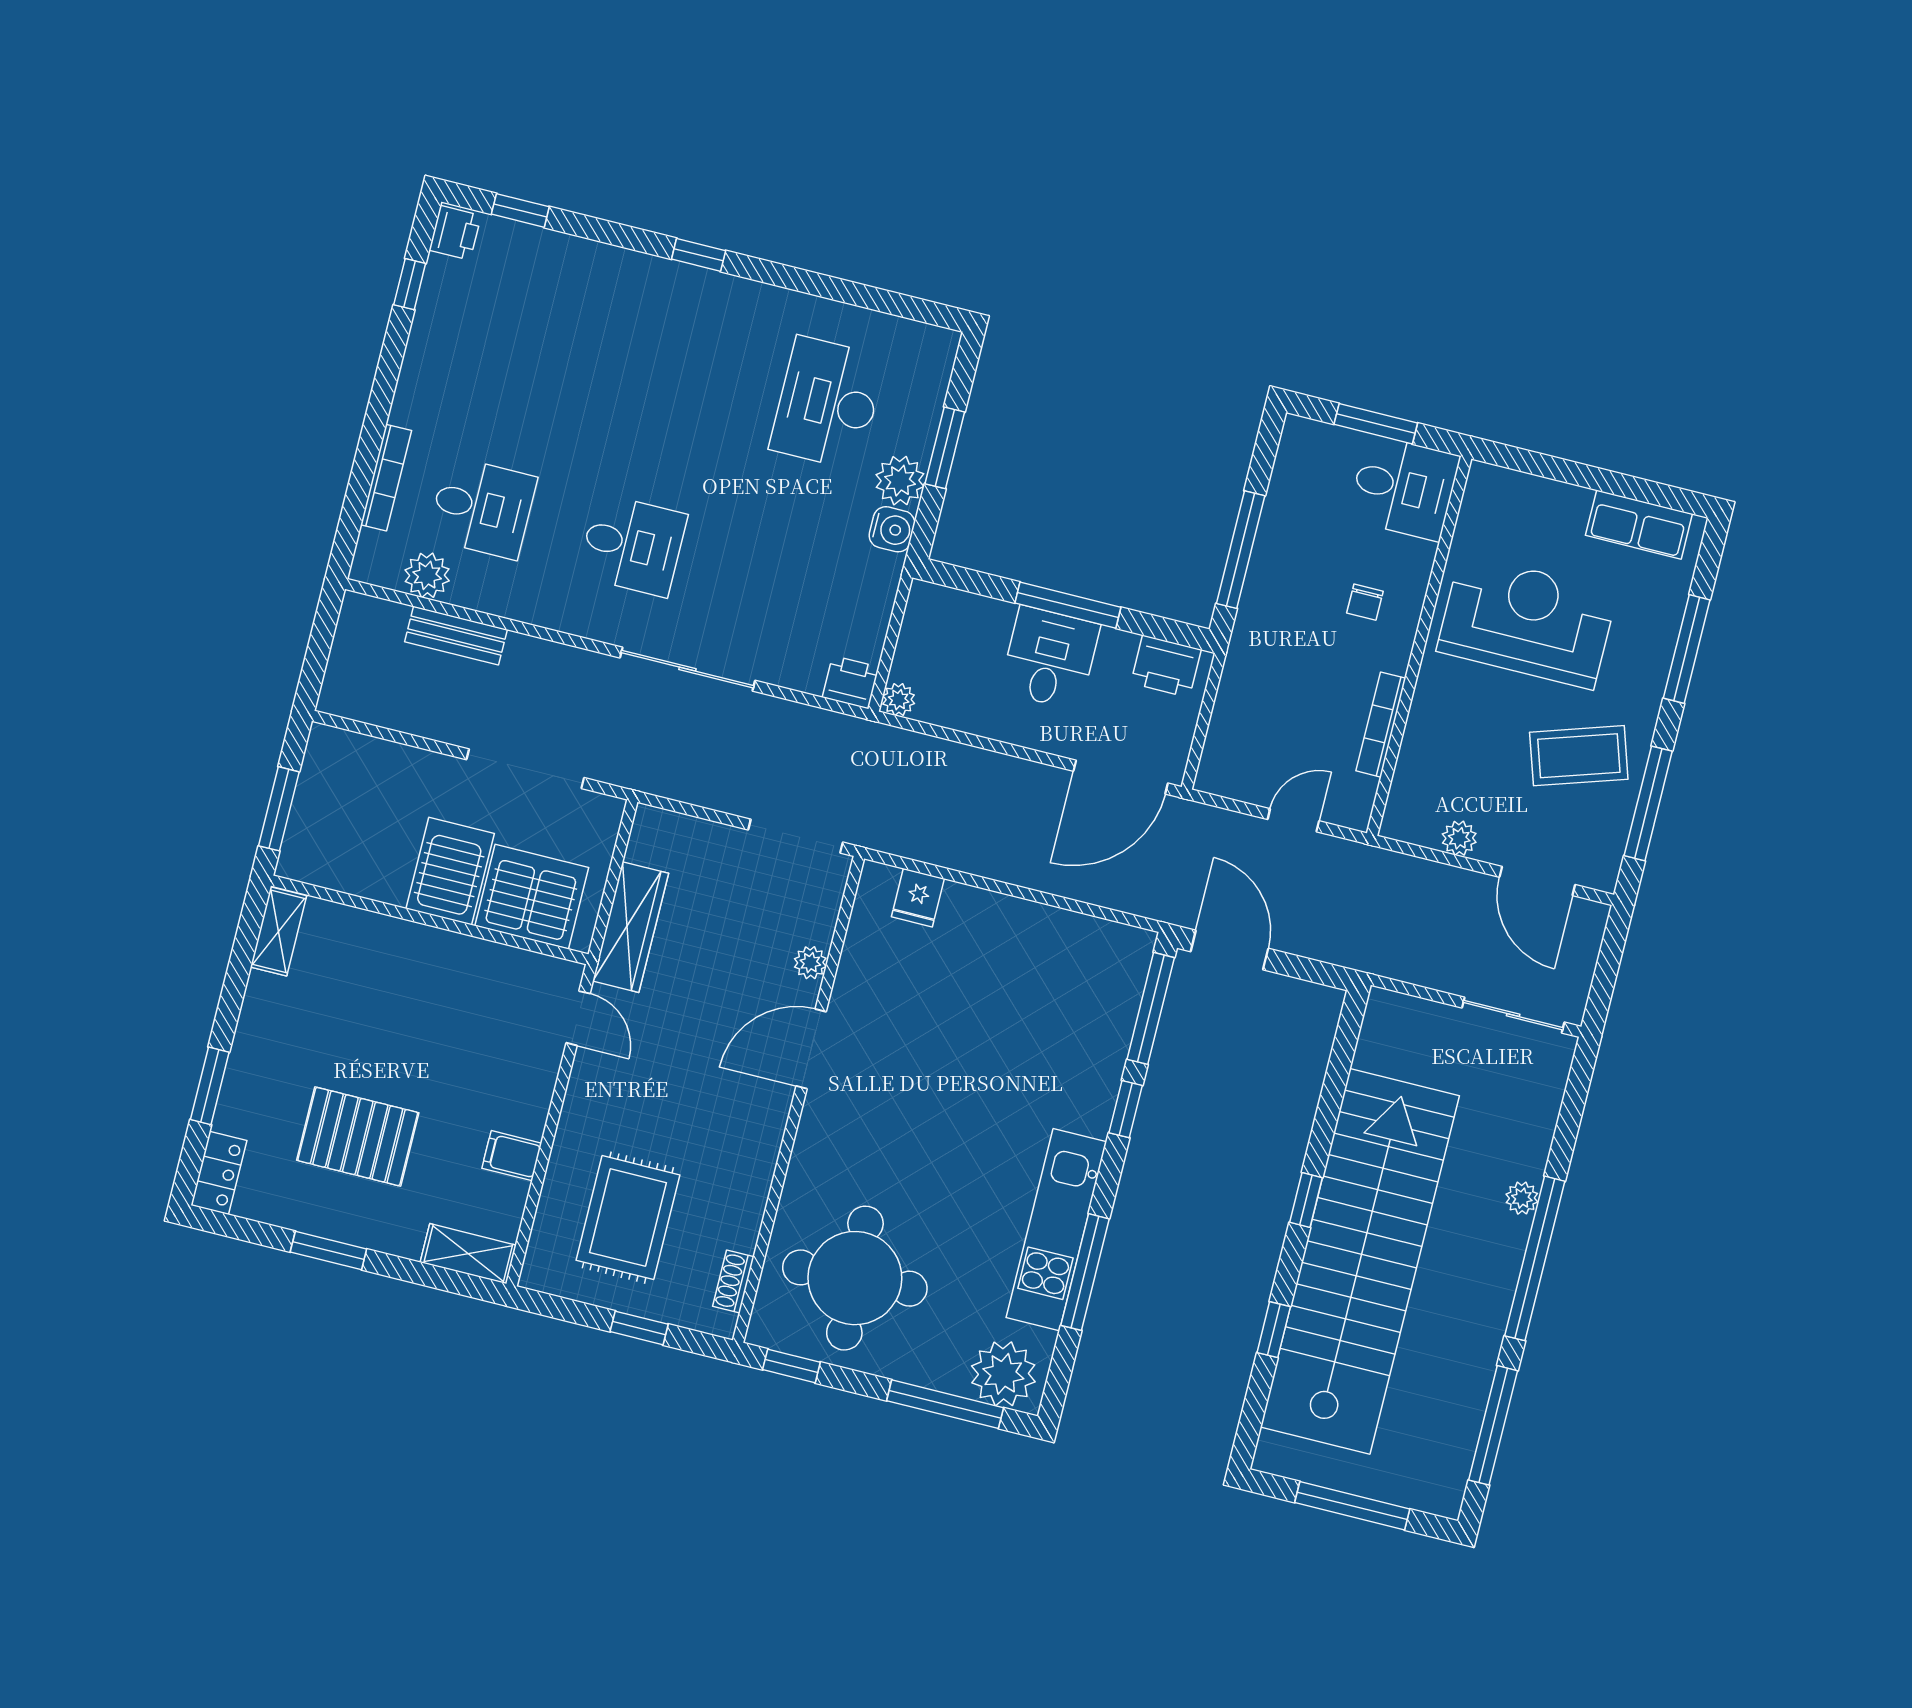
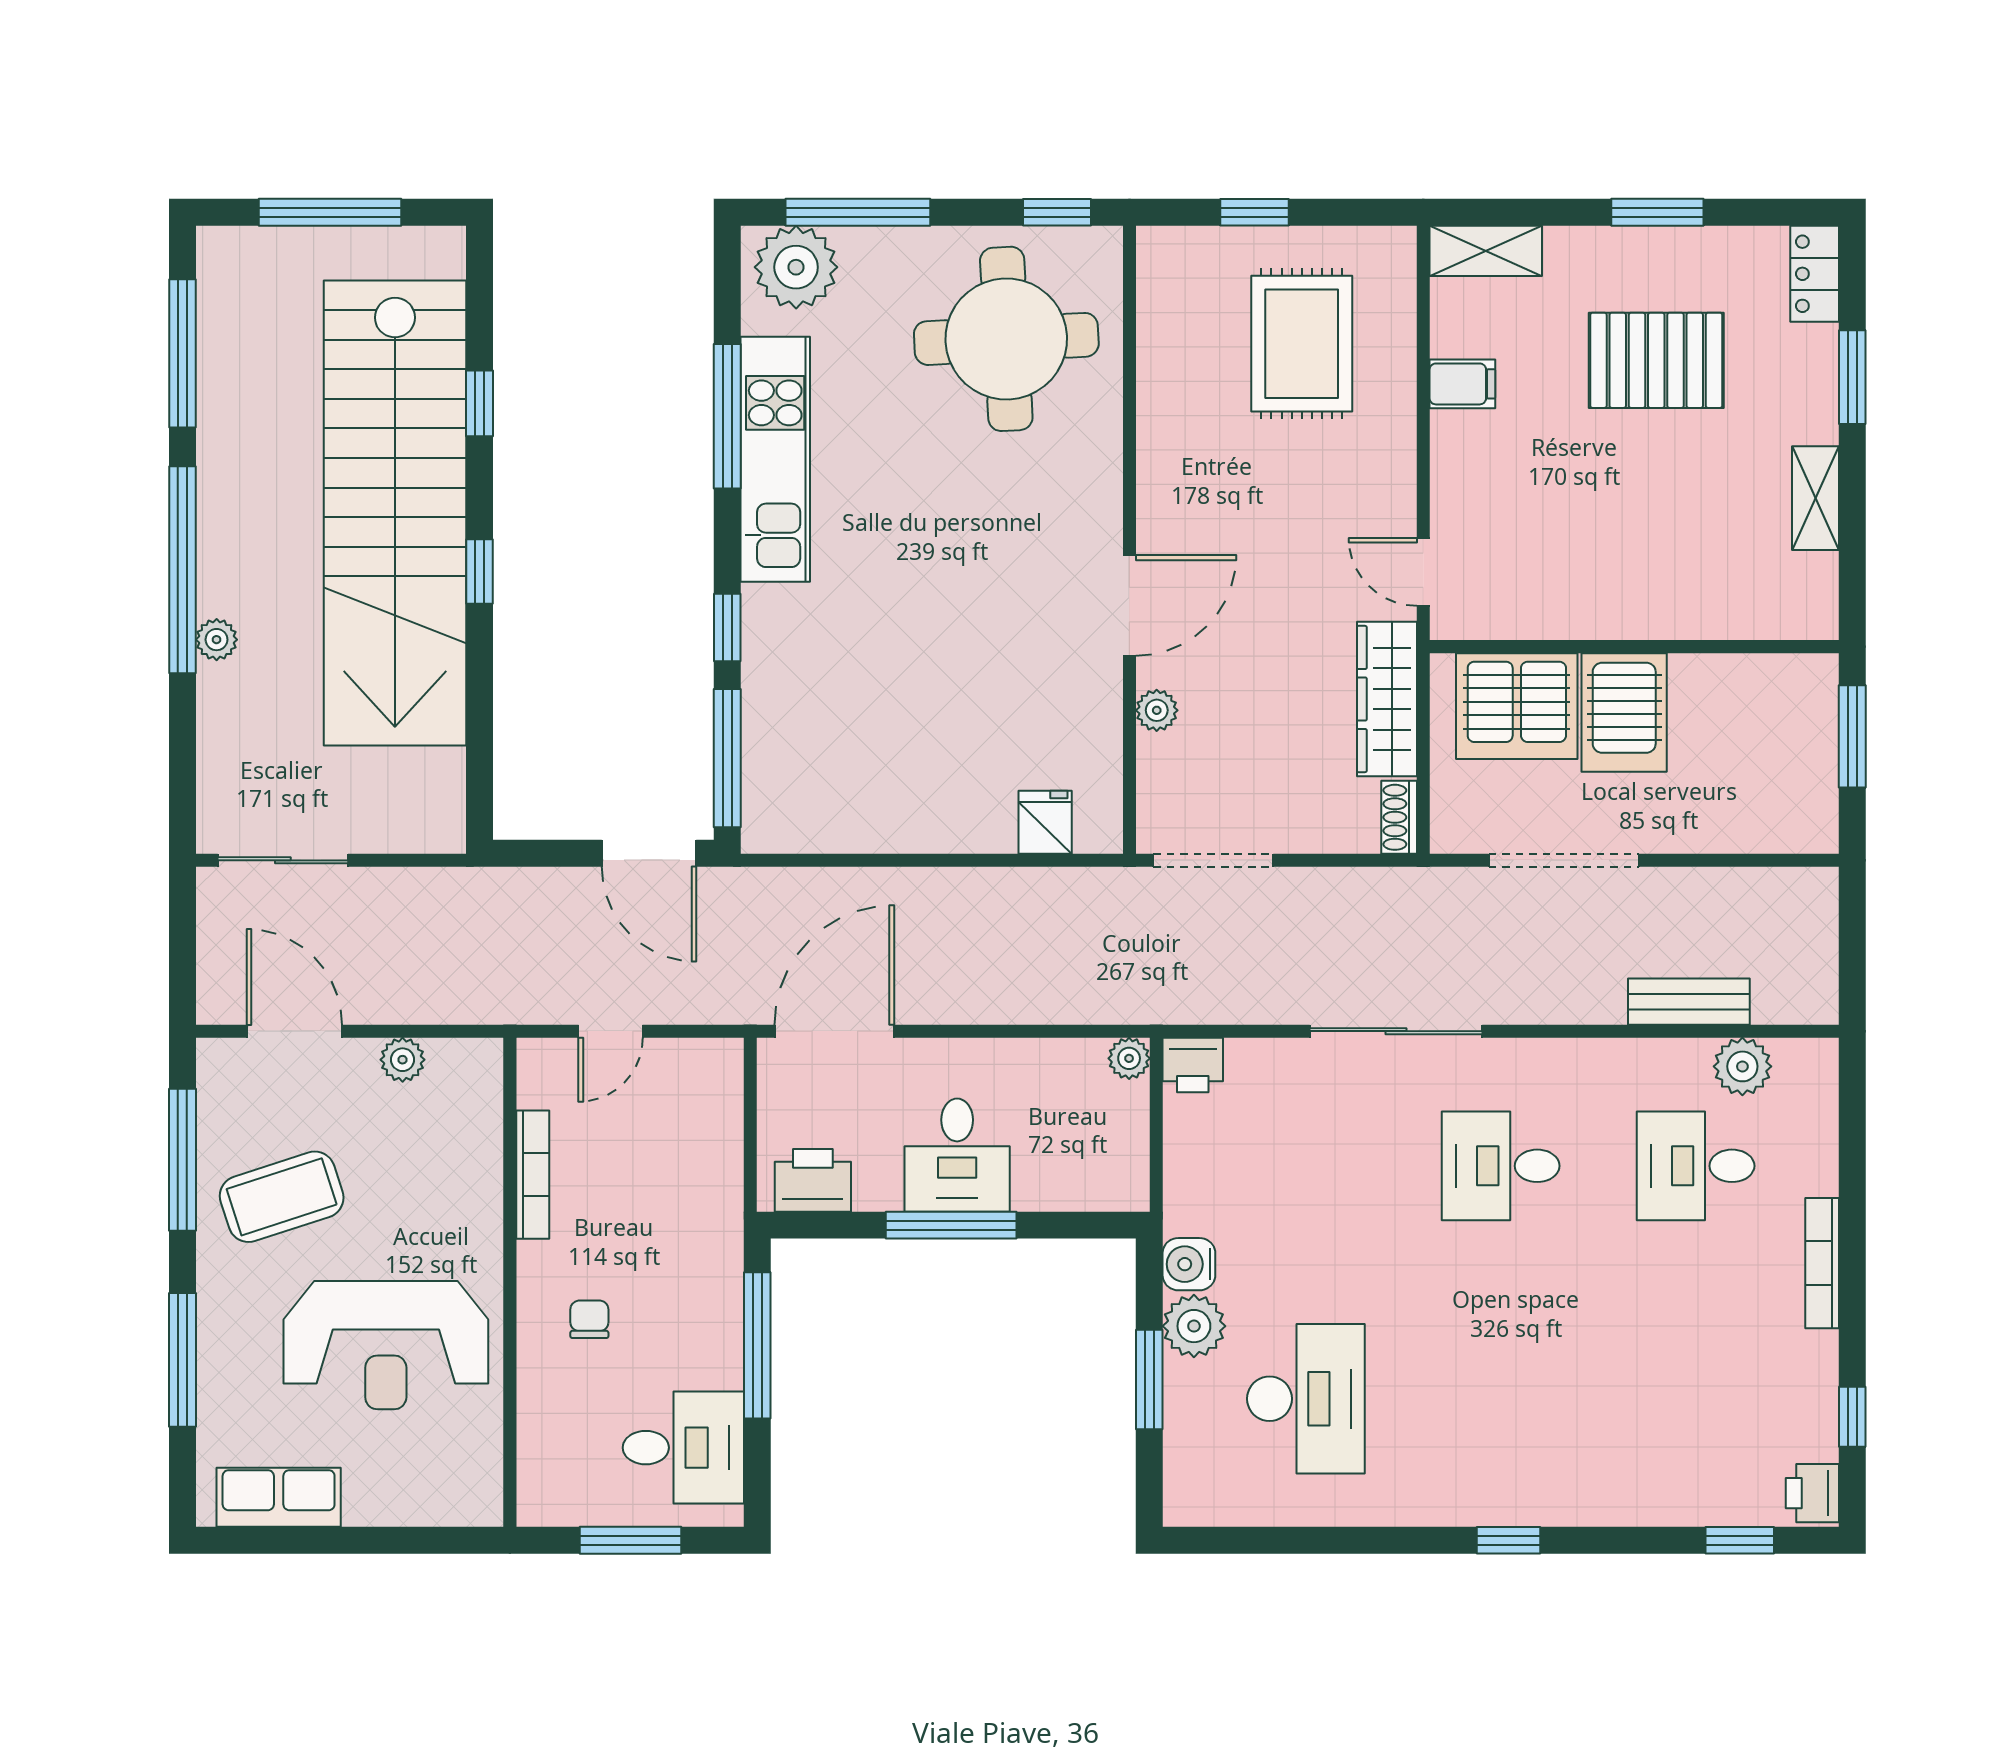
bookcase: (386, 478) -> (1822, 1263), moved
desk: (1404, 488) -> (683, 1448), moved, turned 180
shelving: (278, 931) -> (1815, 498), moved
shoe rack: (733, 1281) -> (1399, 817), moved, turned 180

